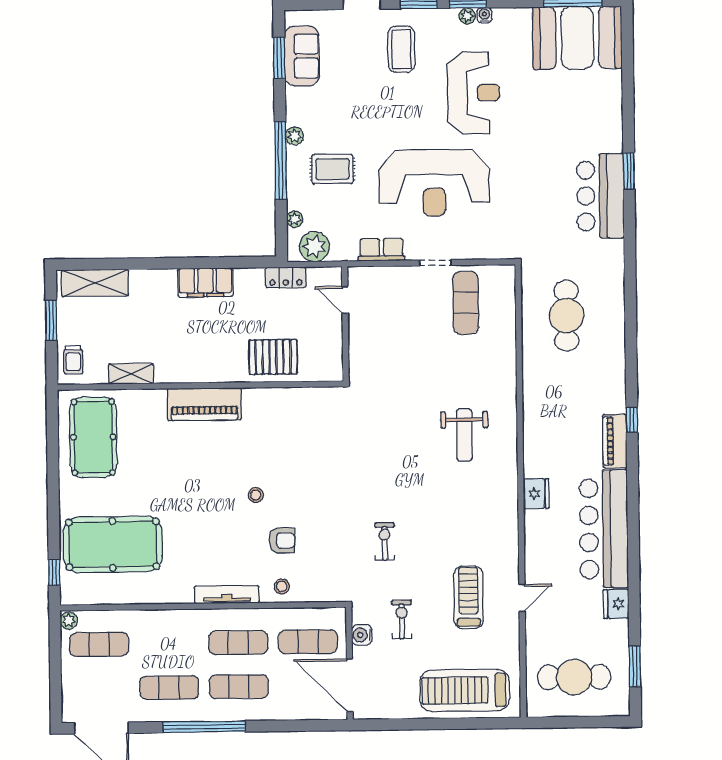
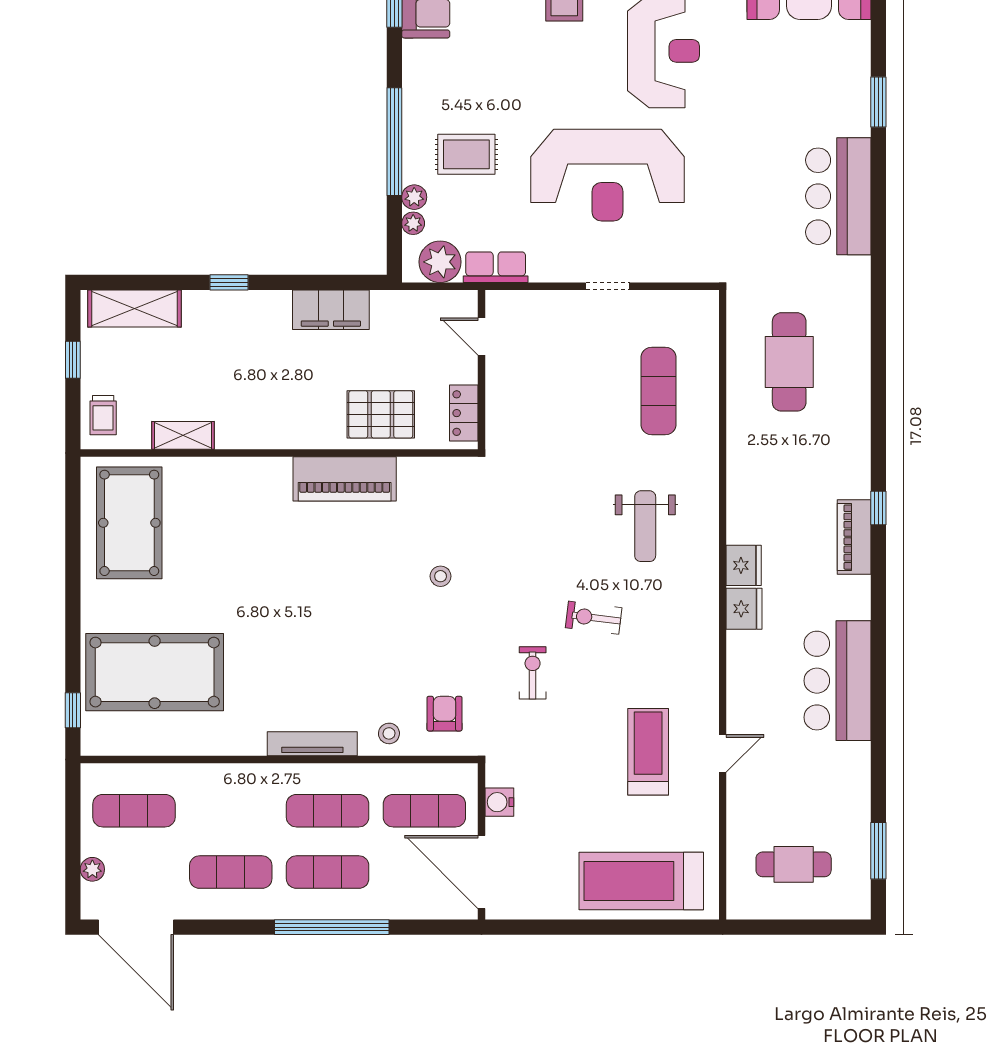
plant: (294, 136) -> (414, 197), moved
window: (629, 171) -> (878, 102), moved
row of seats: (382, 250) -> (496, 267), moved
window: (163, 263) -> (229, 282), added
locker: (286, 277) -> (464, 413), moved, turned 90
filing cabinet: (205, 282) -> (331, 310), moved
exercise mat: (466, 303) -> (658, 391), moved
window: (51, 320) -> (73, 360), width x0.67
piano: (204, 404) -> (345, 479), moved
stool: (256, 495) -> (441, 576), moved
bar counter: (604, 529) -> (837, 681), width x0.73
armchair: (282, 541) -> (445, 714), moved, turned -90
fridge: (616, 604) -> (744, 565), moved, turned 180
exercise bike: (402, 620) -> (594, 618), moved, turned -83
plant: (69, 621) -> (92, 869), moved
cafe table: (574, 677) -> (794, 864), width x0.73, depth x0.74
window: (204, 727) -> (332, 927), moved

